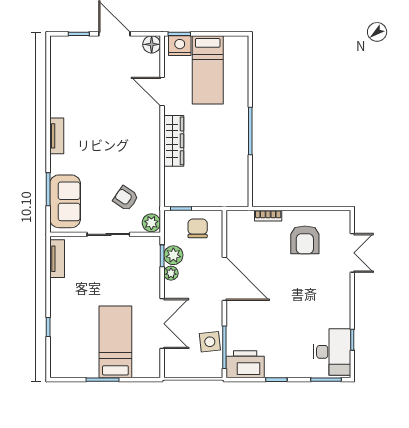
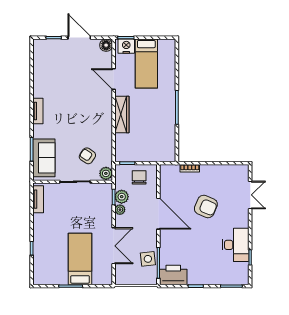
armchair: (305, 240) -> (206, 206), moved, turned -67
desk: (332, 352) -> (236, 245), moved

